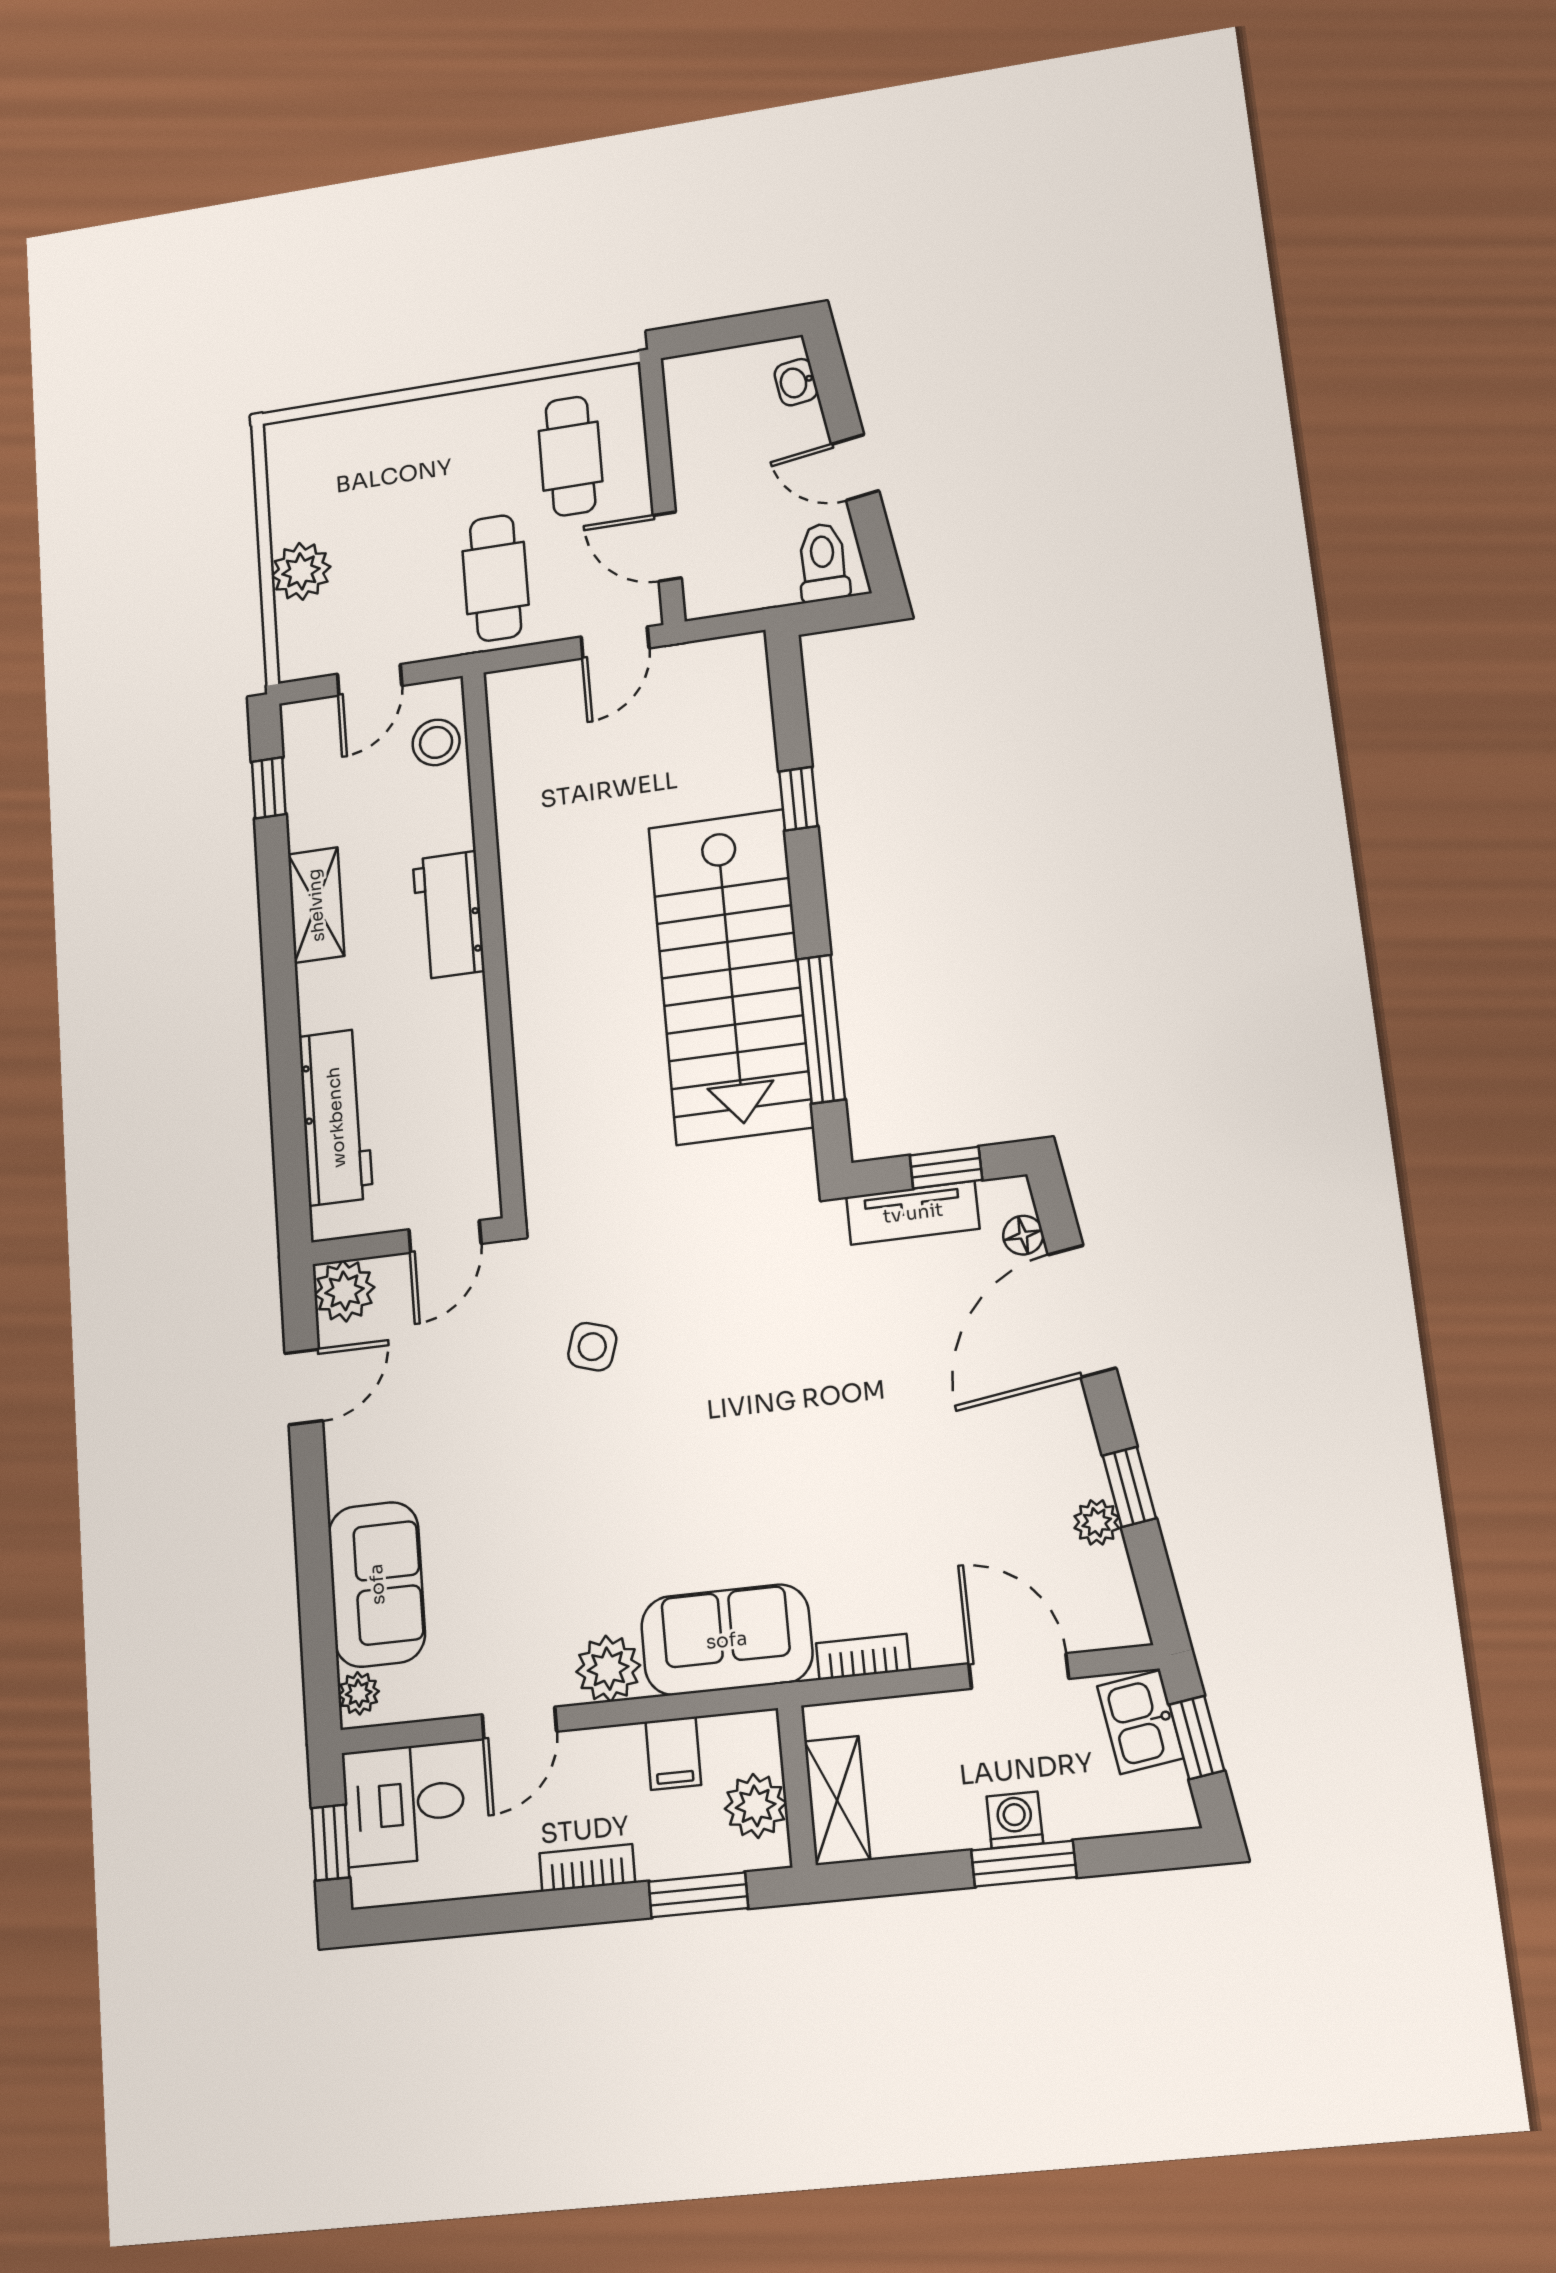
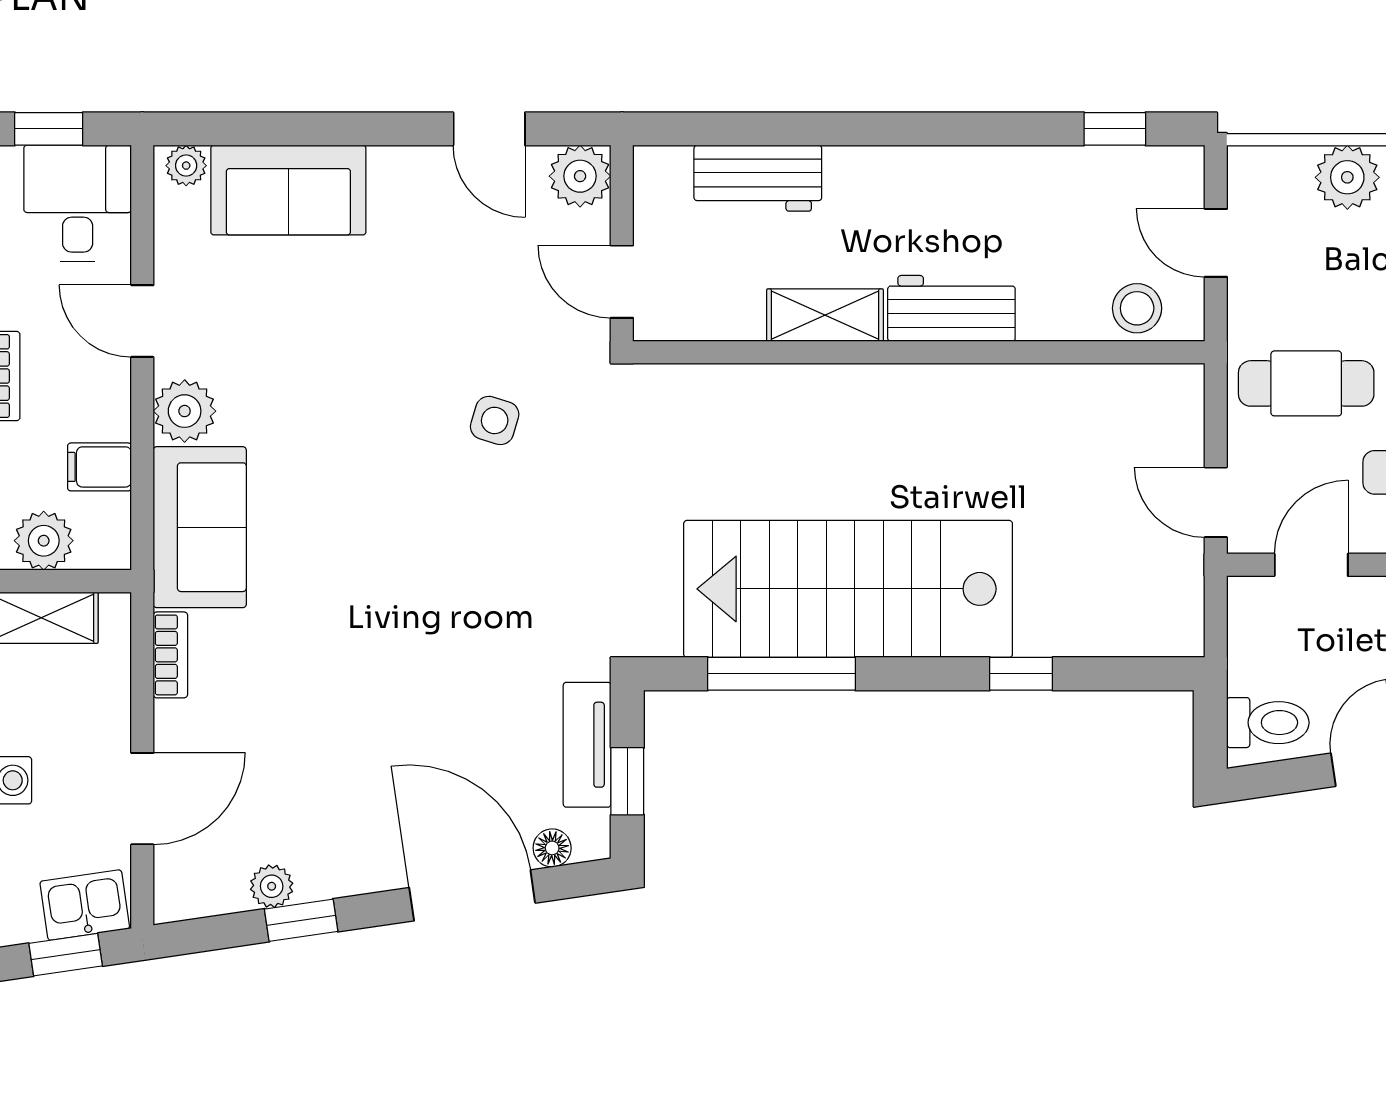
shelving: (316, 905) -> (825, 315), moved
workbench: (336, 1117) -> (758, 178), width x0.73

